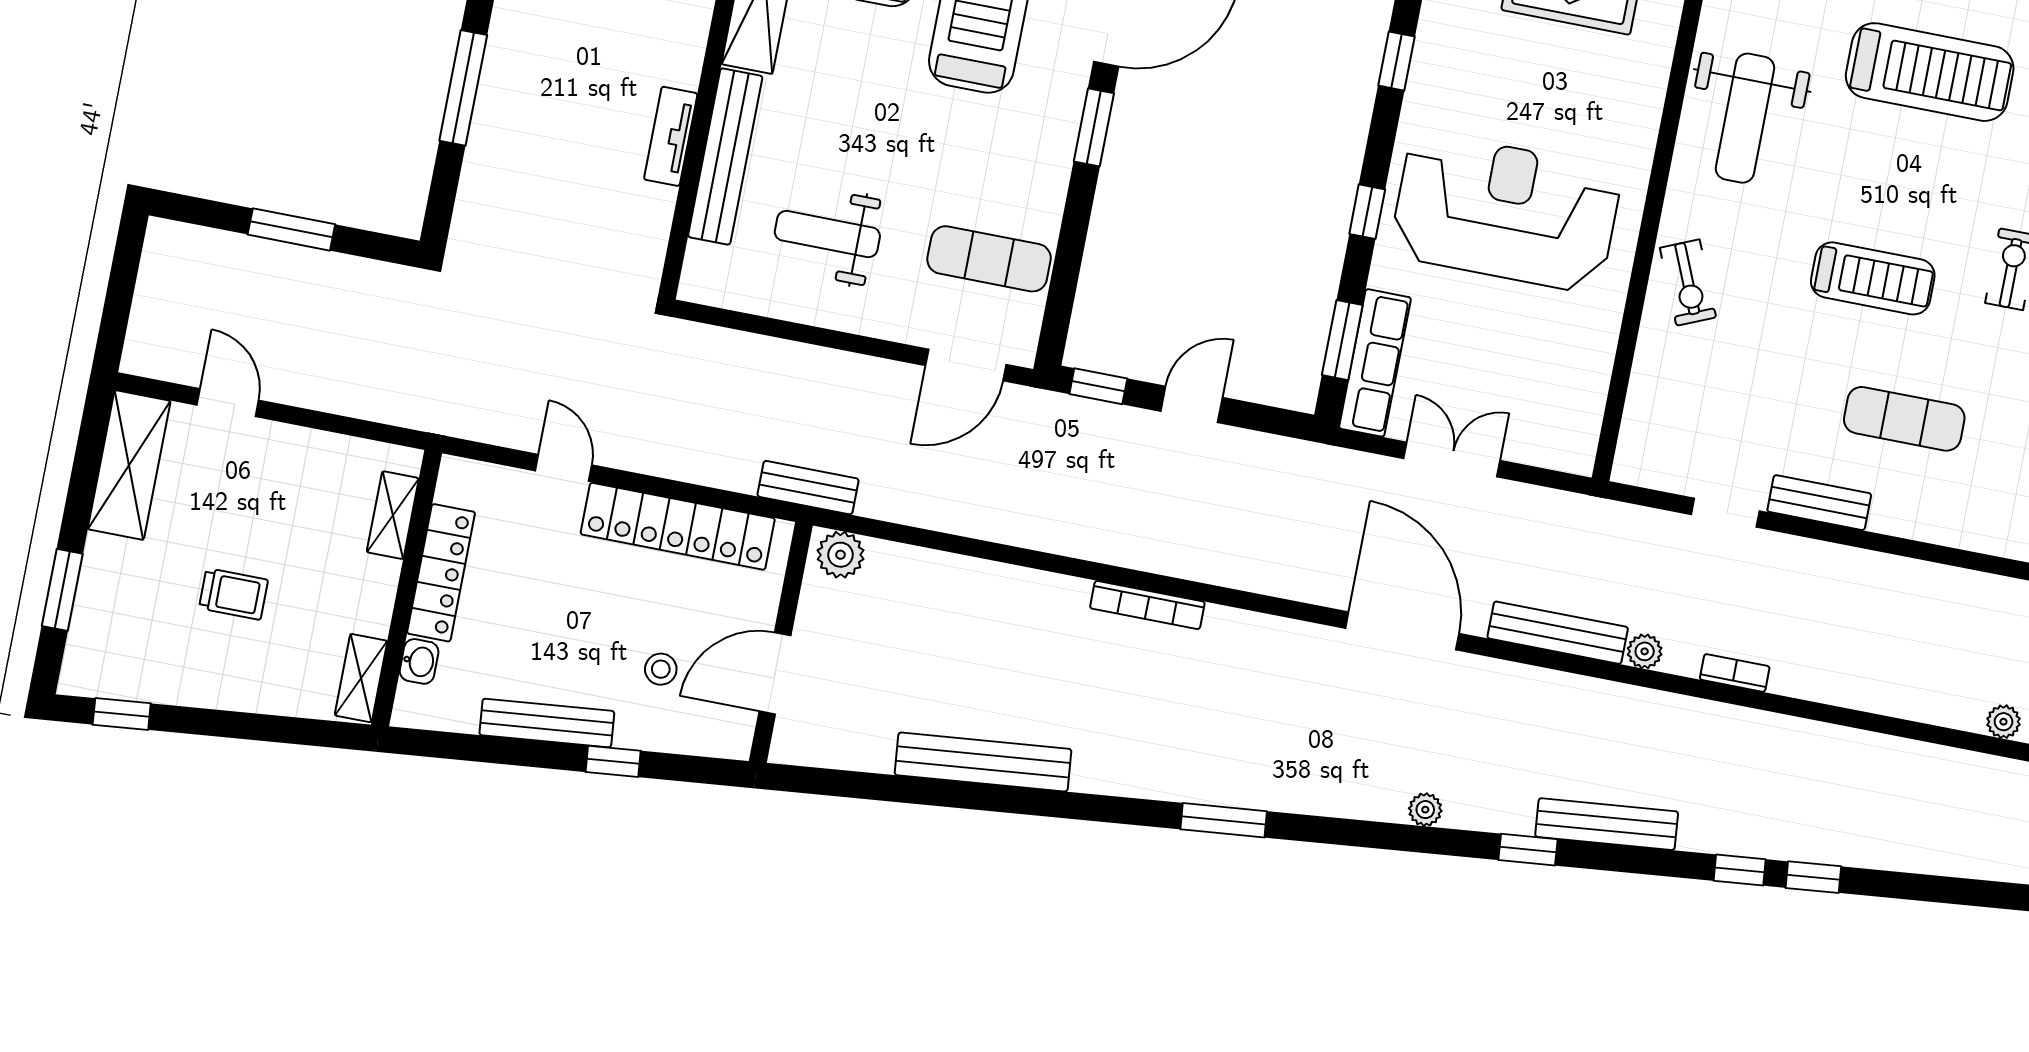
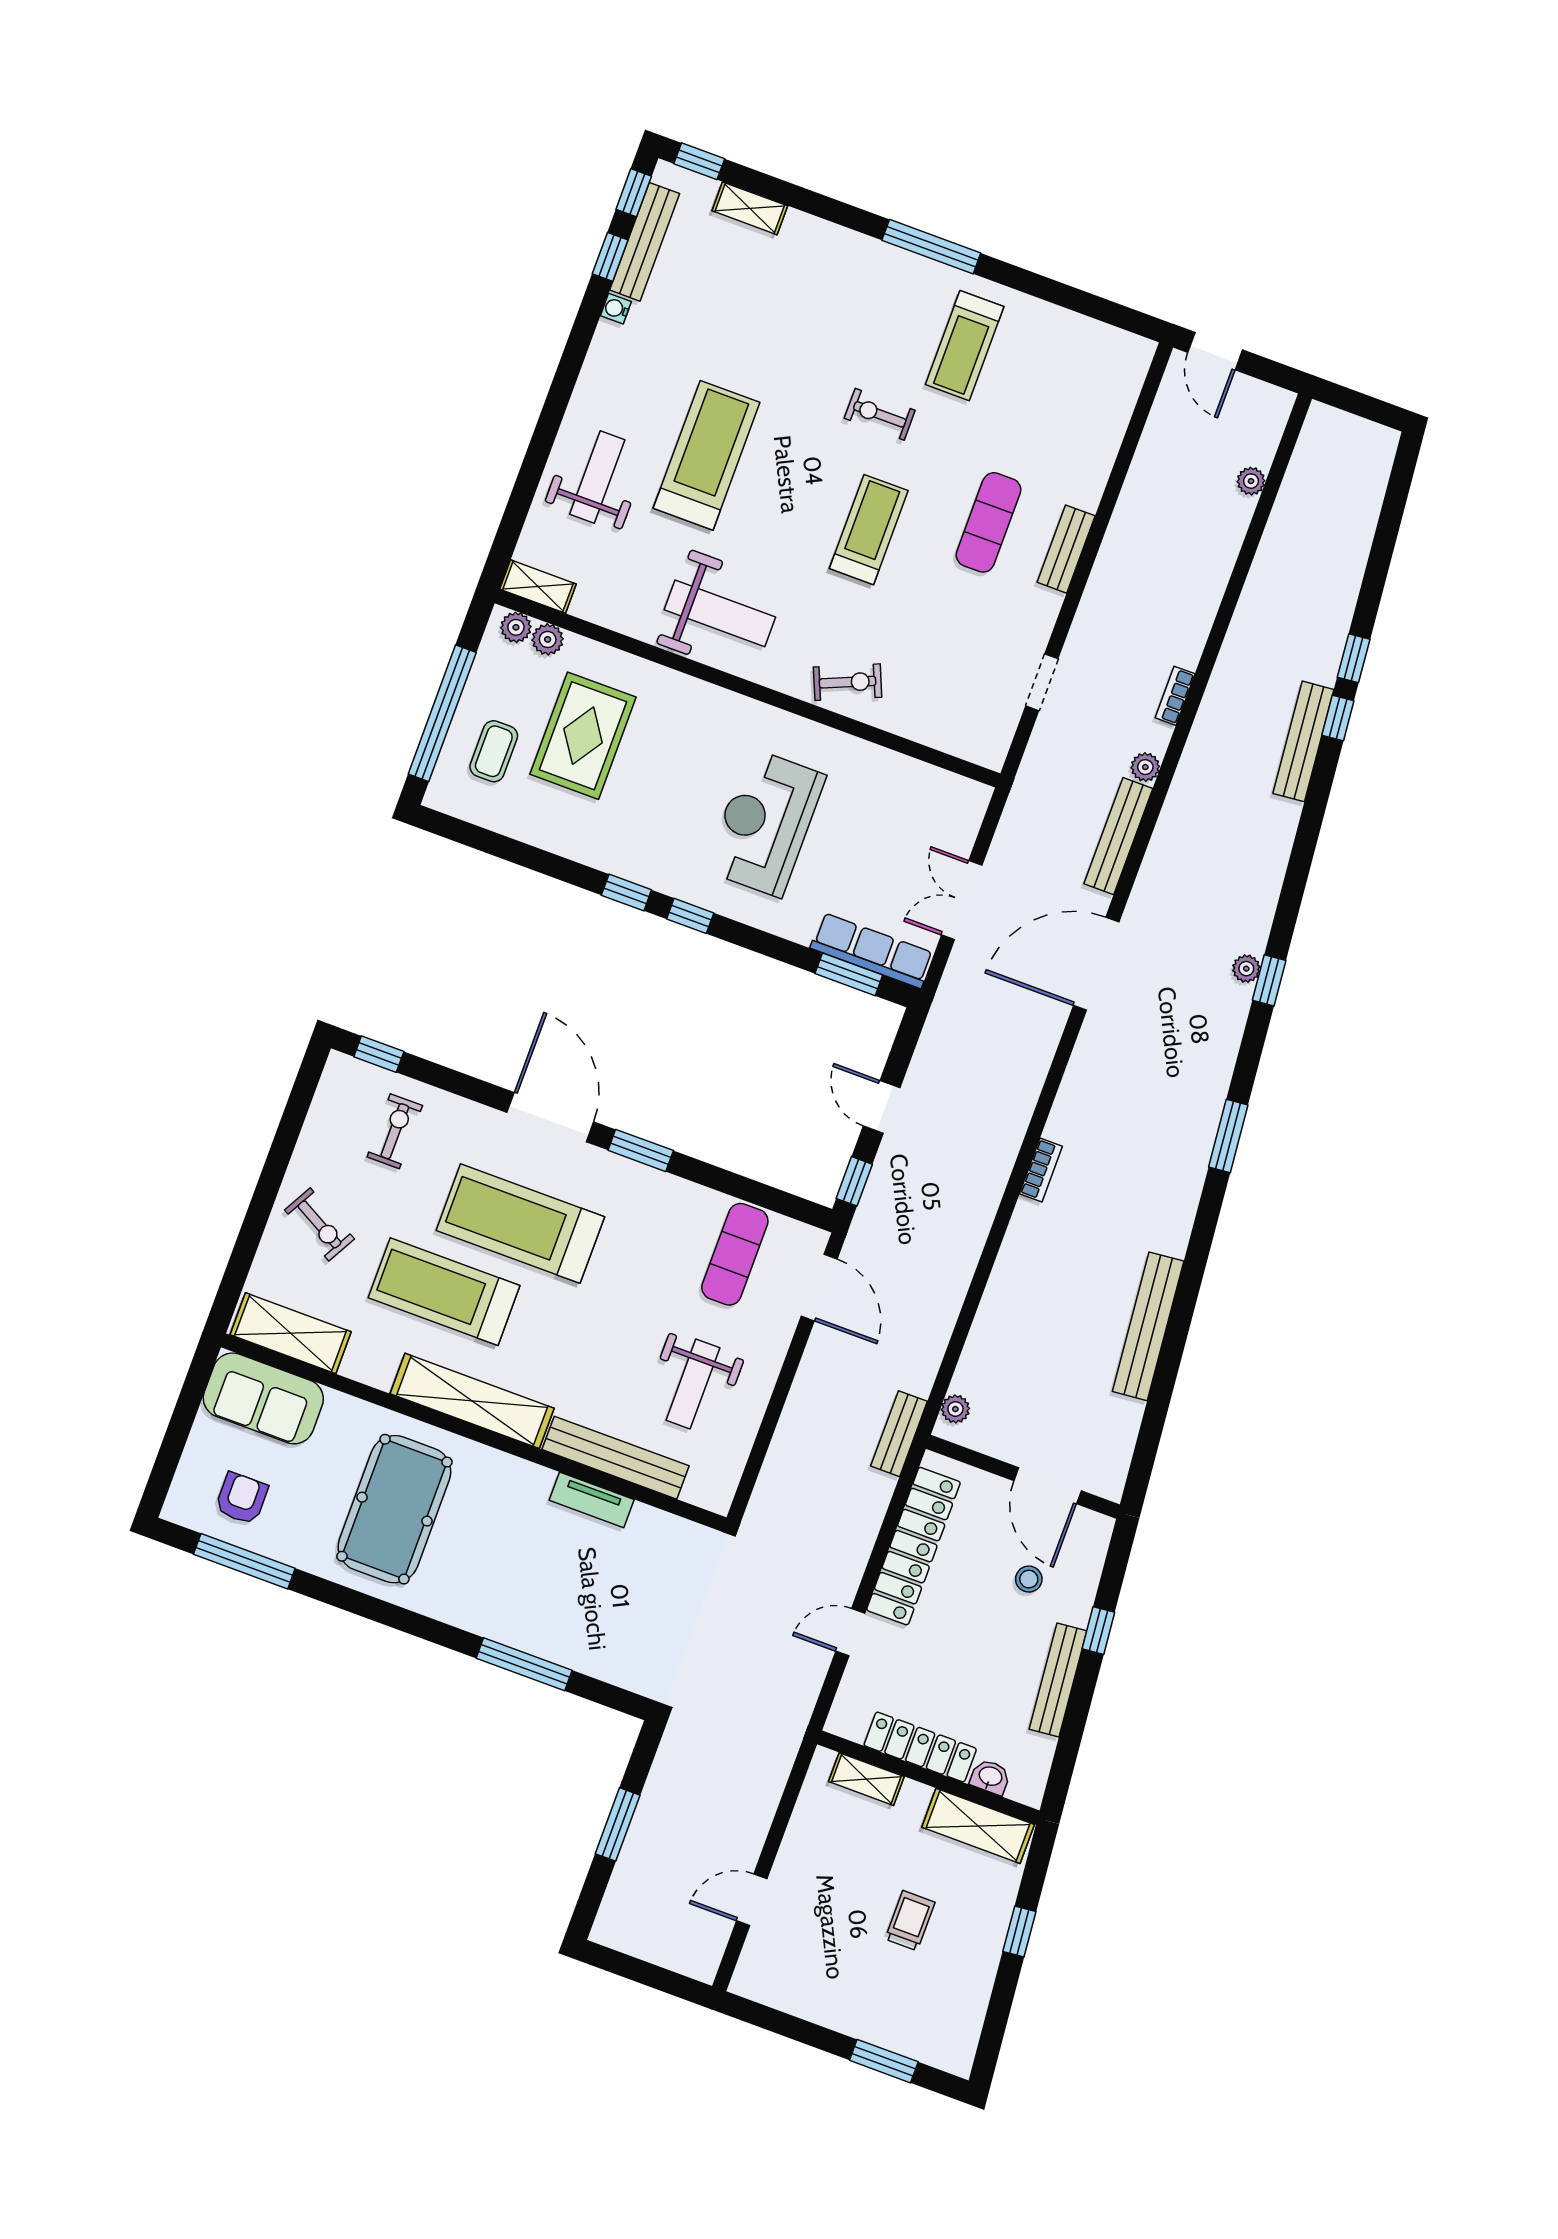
window: (1367, 212) -> (690, 916), moved
reception desk: (1506, 212) -> (765, 823), width x0.74, depth x0.77
shelving: (129, 465) -> (790, 1989), removed
bench: (1819, 503) -> (1066, 549), moved
plant: (841, 555) -> (955, 1409), width x0.73, depth x0.73
bookcase: (1147, 605) -> (1041, 1170), width x0.64
shelving: (361, 678) -> (978, 1826), width x1.50, depth x1.33
window: (122, 714) -> (1019, 1931), moved
bench: (1607, 824) -> (1303, 741), moved
window: (1528, 850) -> (1269, 980), moved

